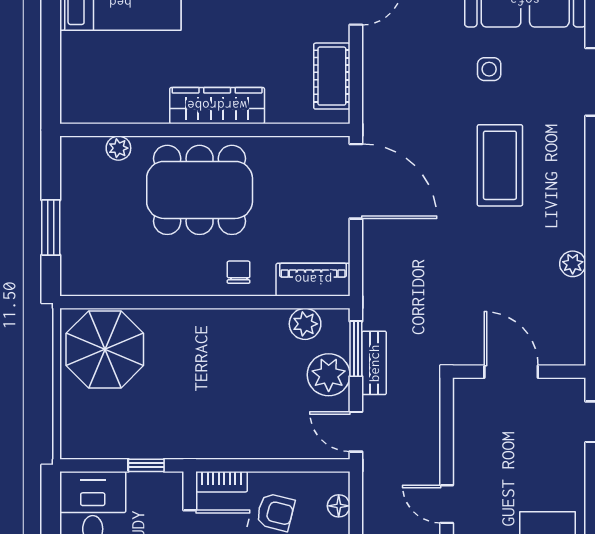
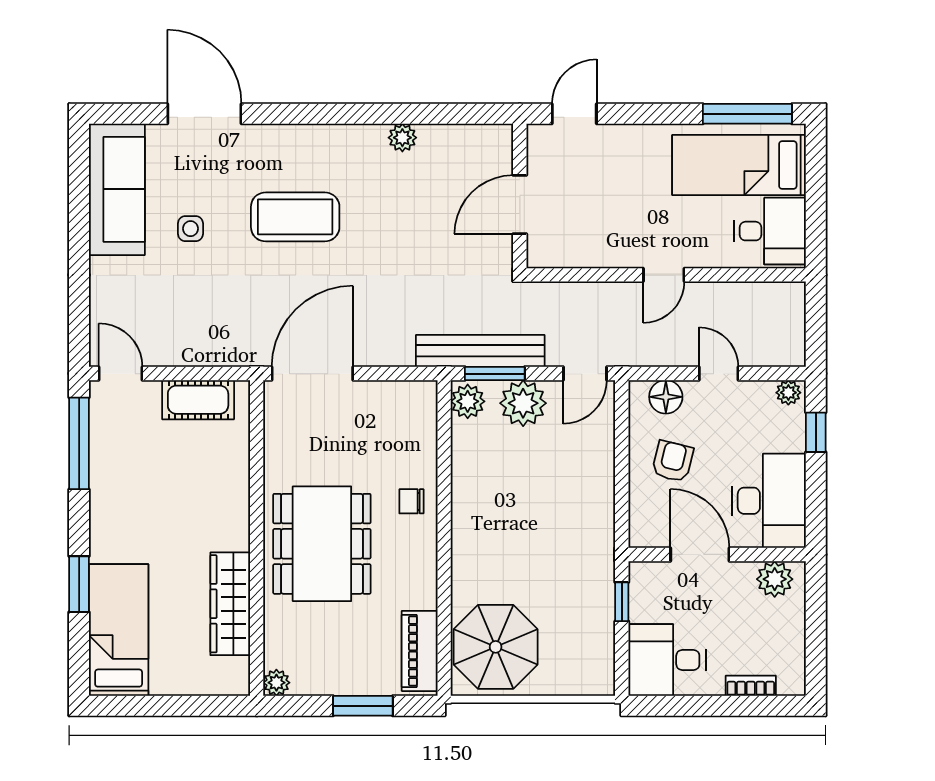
wardrobe: (217, 106) -> (230, 604), moved
plant: (118, 148) -> (276, 683), moved
piano: (313, 280) -> (420, 651), moved
plant: (305, 324) -> (468, 401), moved
bench: (374, 363) -> (480, 351), width x1.86, depth x1.21
bookcase: (221, 482) -> (639, 520), removed
floor lamp: (339, 506) -> (666, 397), width x1.37, depth x1.37

